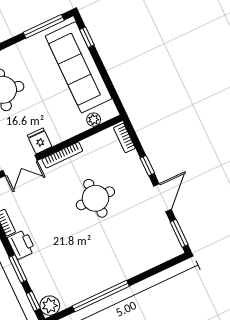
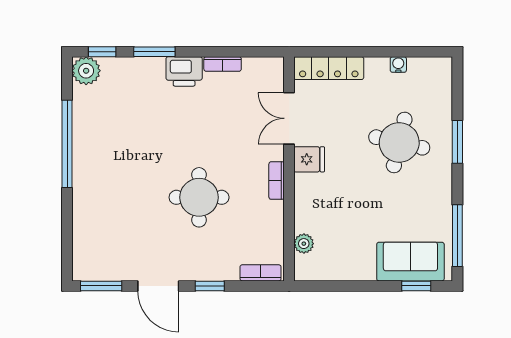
sofa: (79, 67) -> (410, 262), width x0.54, depth x0.79
bookcase: (62, 155) -> (277, 181), width x0.64

